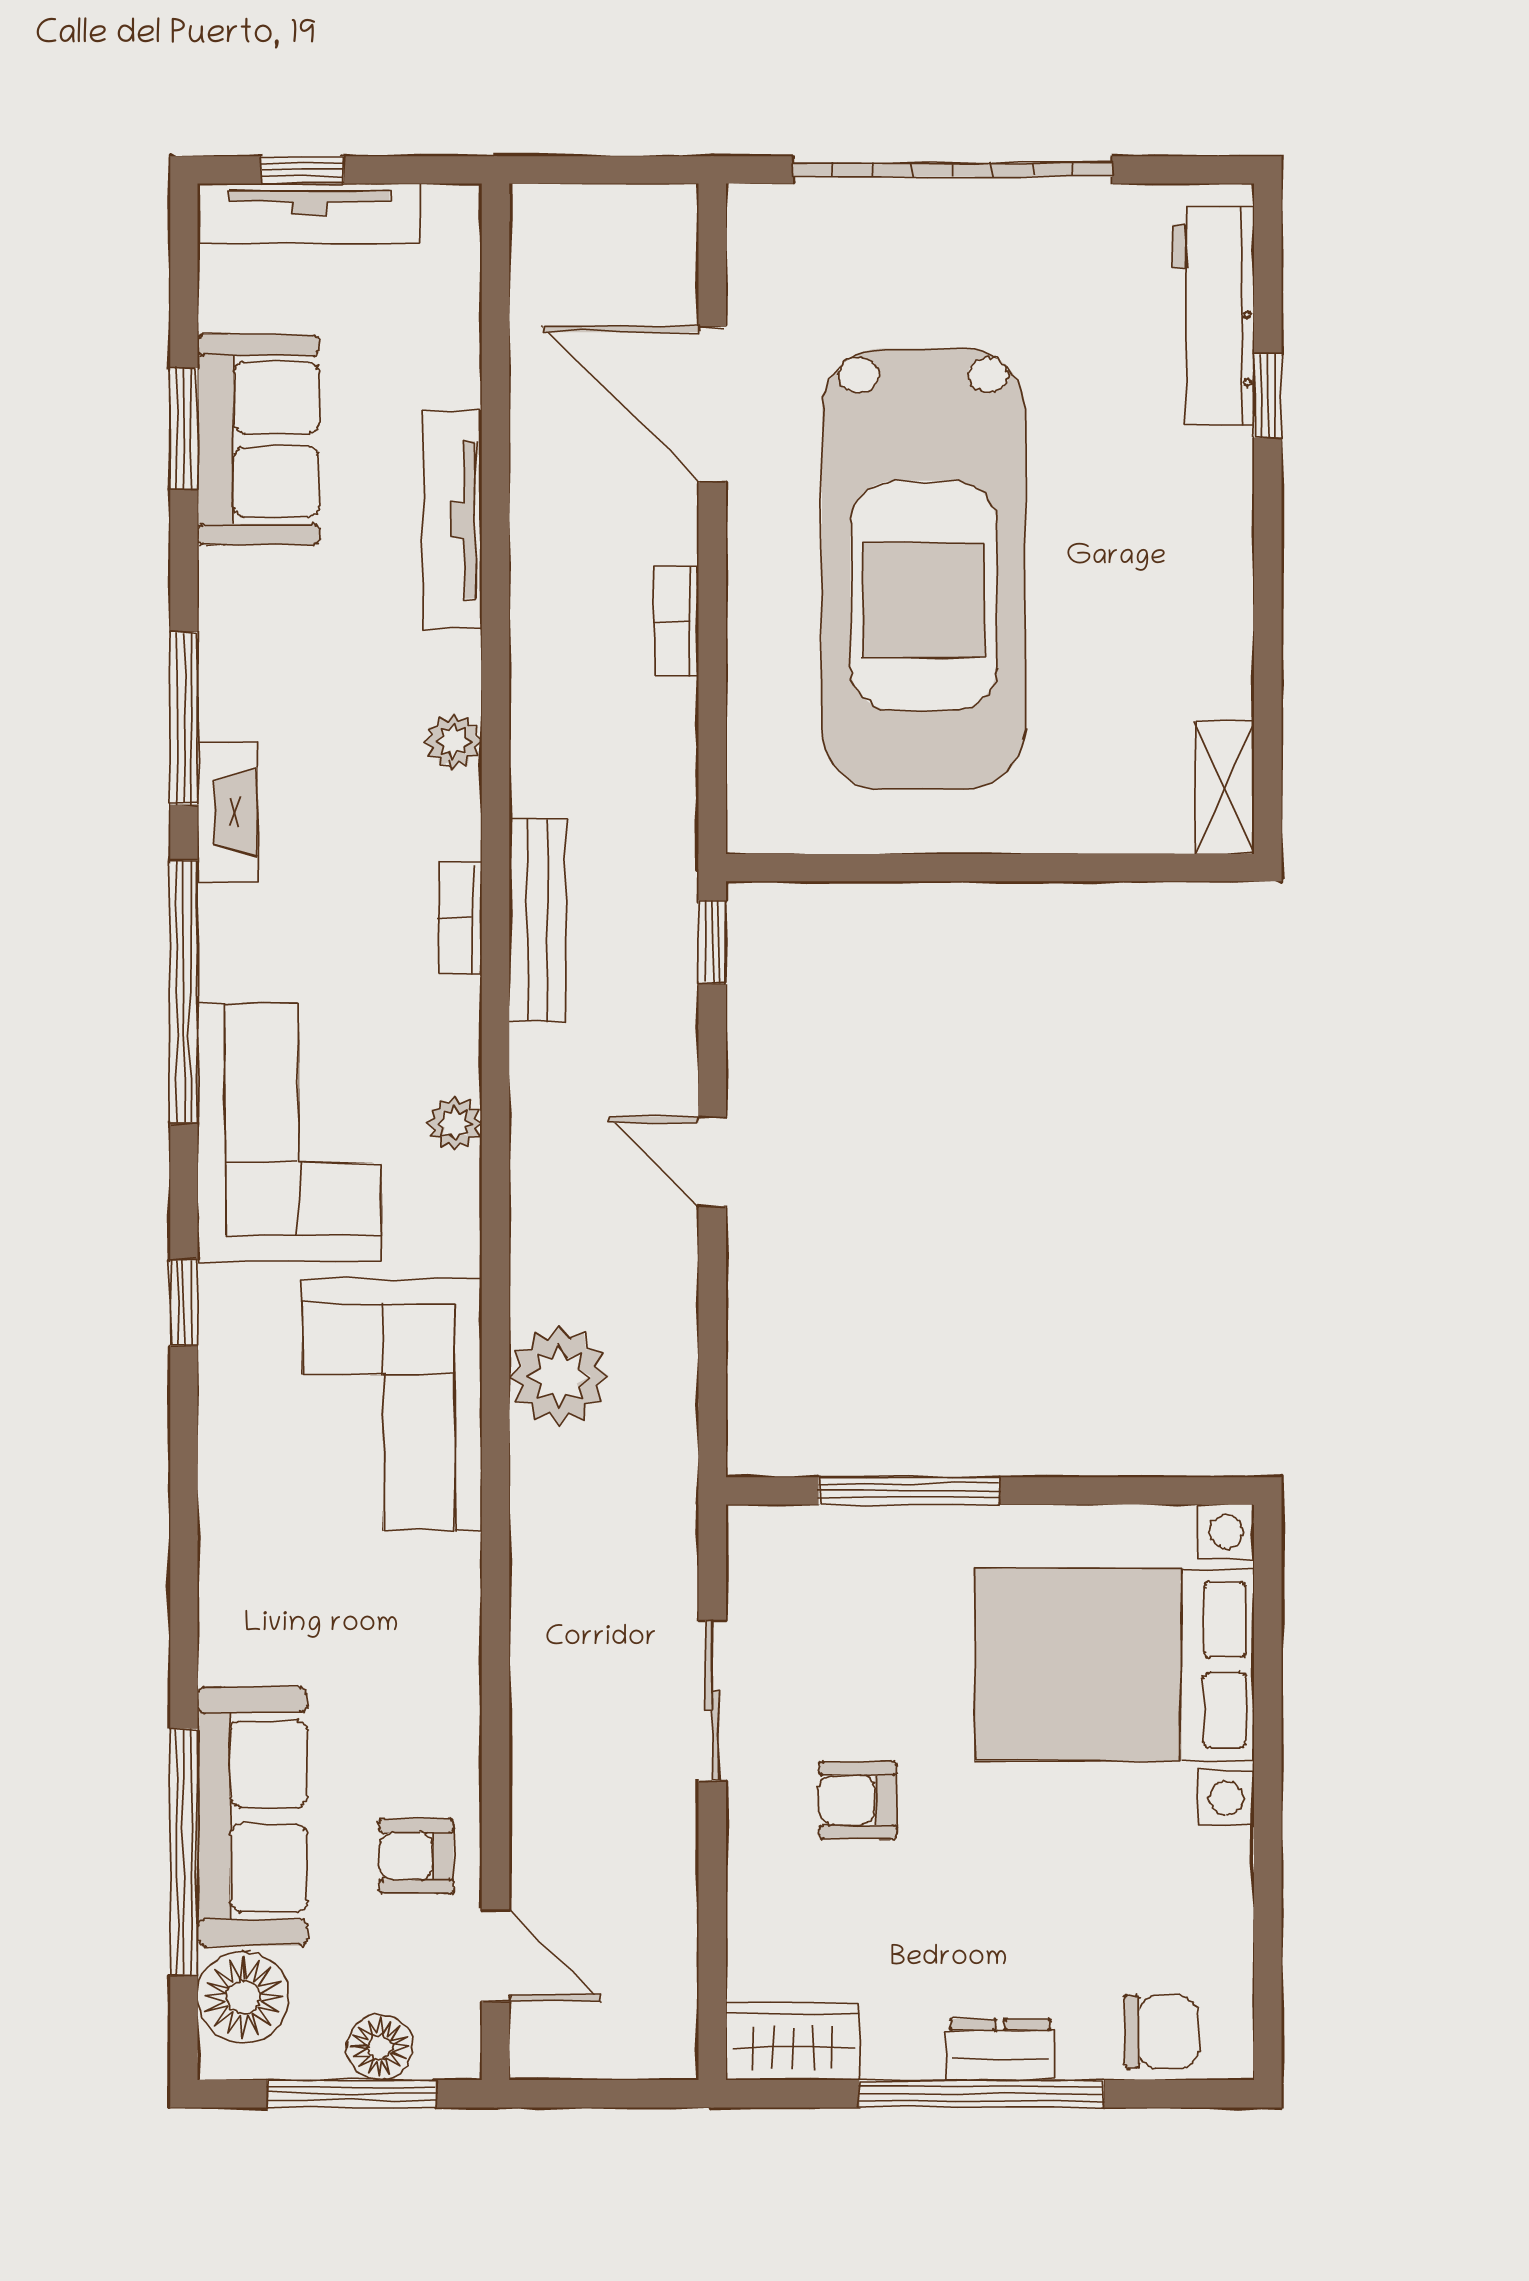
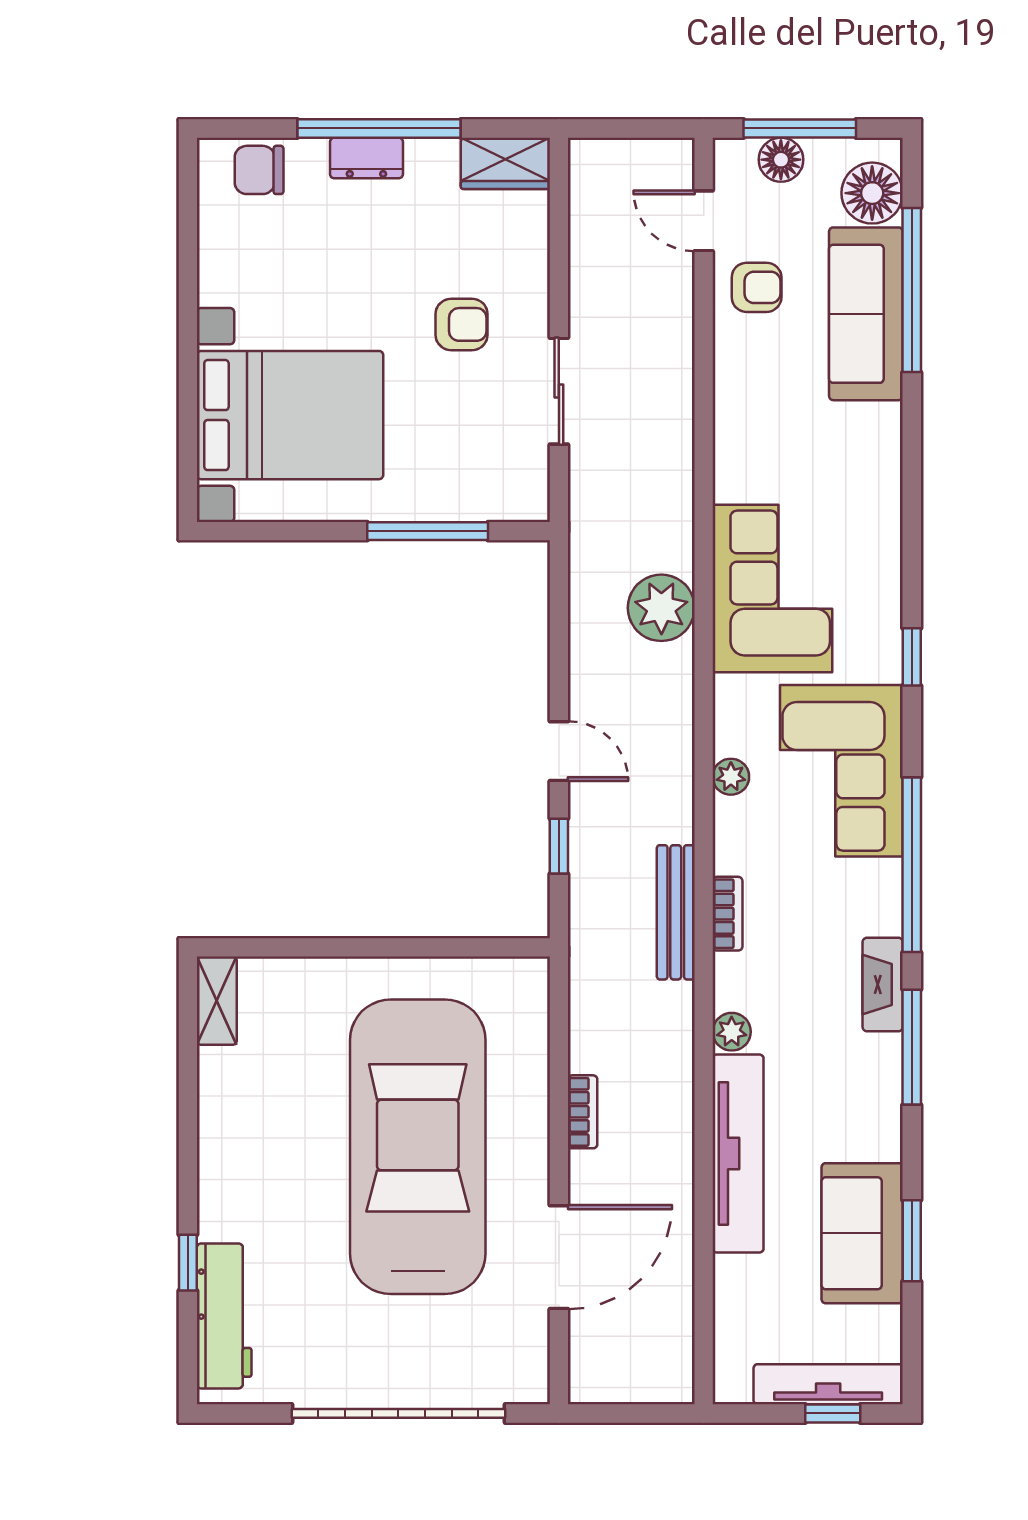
door: (712, 404) -> (559, 1257), hinge flipped
tv unit: (452, 520) -> (738, 1154), width x1.36, depth x1.29
window: (712, 942) -> (559, 846), moved

